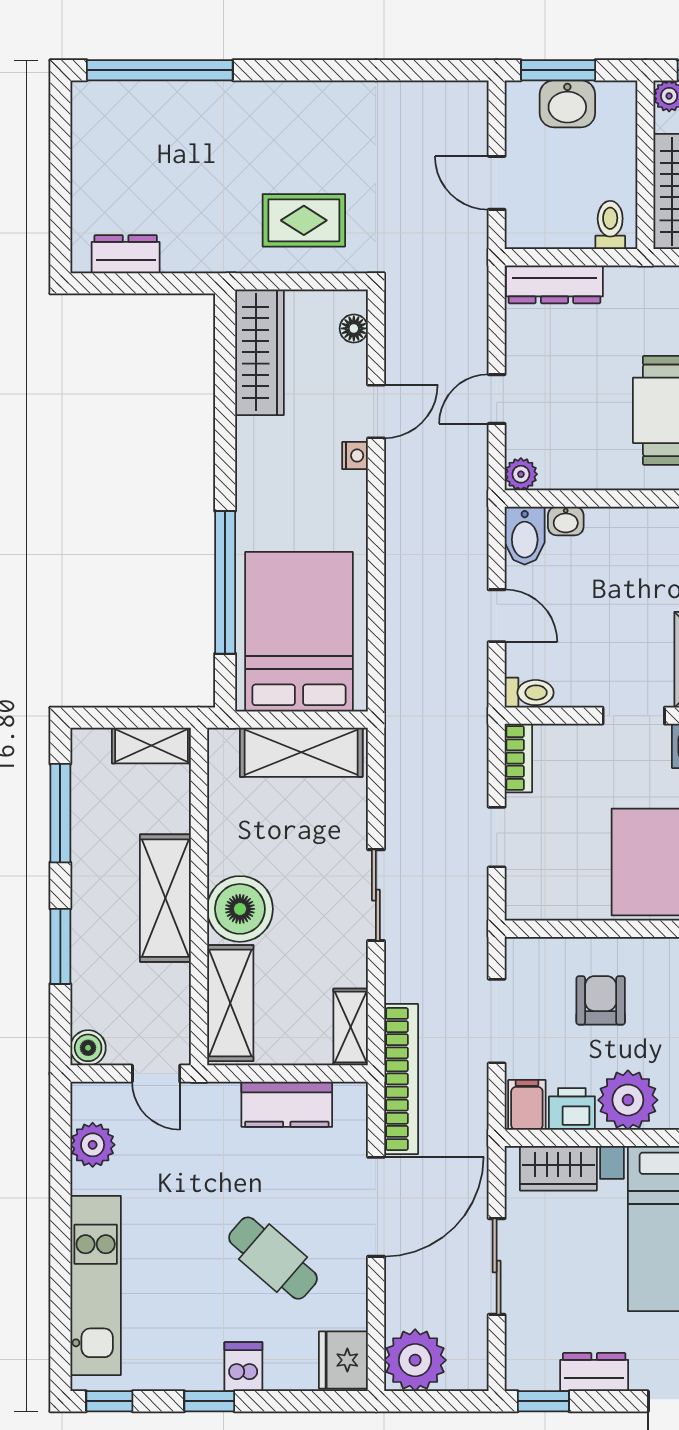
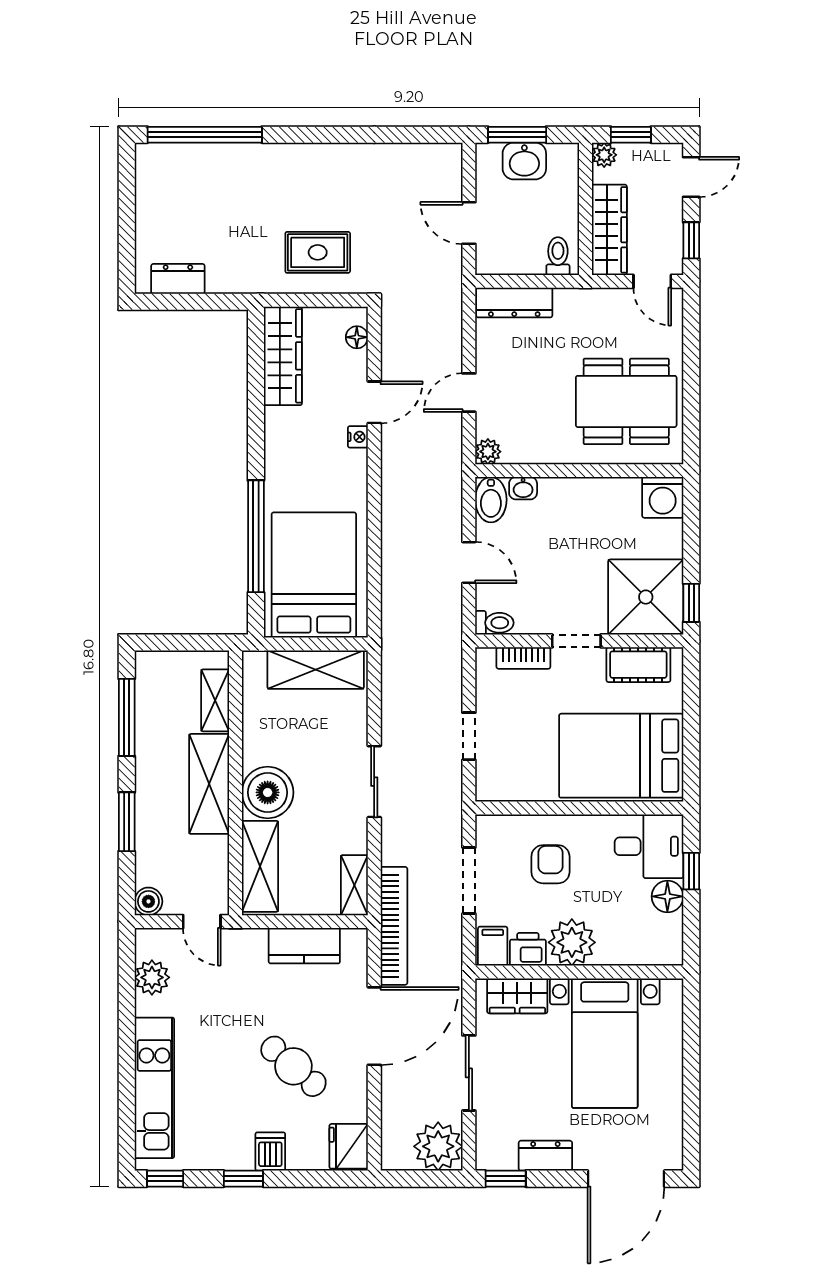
shelving: (151, 746) -> (215, 700), moved, turned 90
bookcase: (518, 758) -> (523, 658), moved, turned 90
plant: (415, 1360) -> (438, 1146), moved

